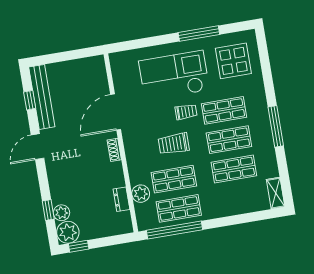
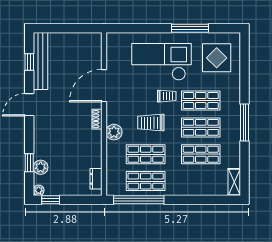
plant: (141, 194) -> (114, 132), moved
dresser: (121, 199) -> (96, 179), moved
plant: (68, 232) -> (39, 190), width x0.53, depth x0.53

